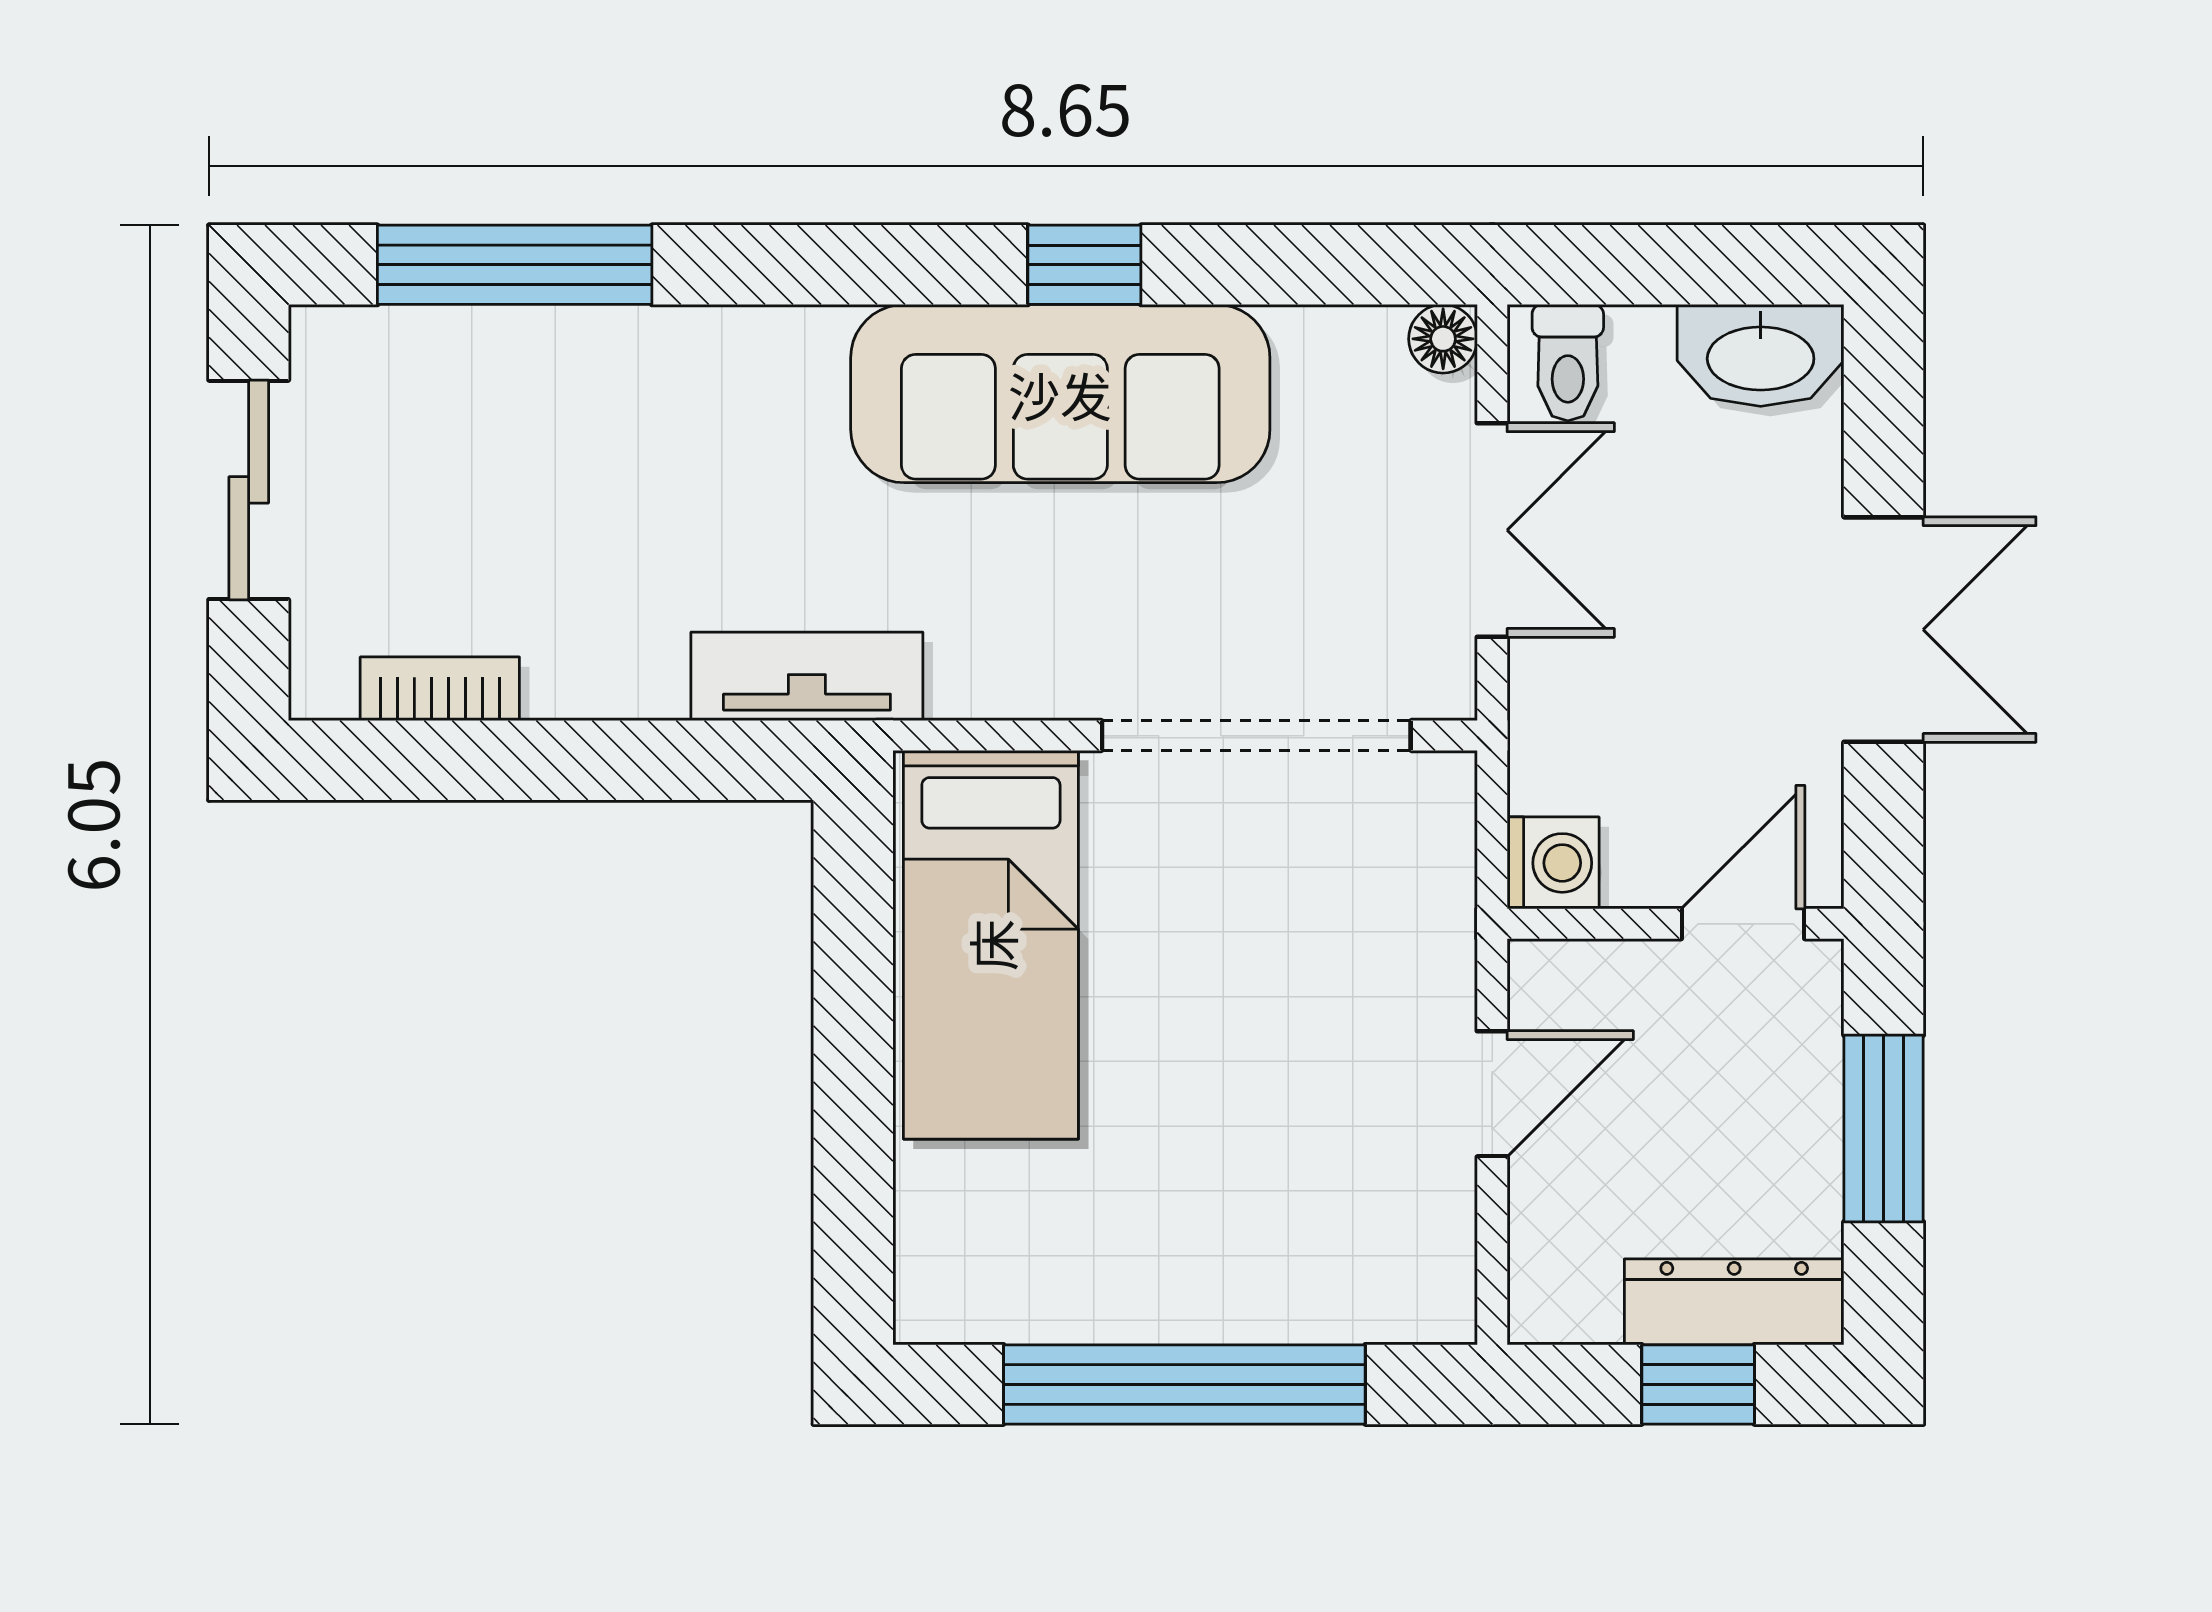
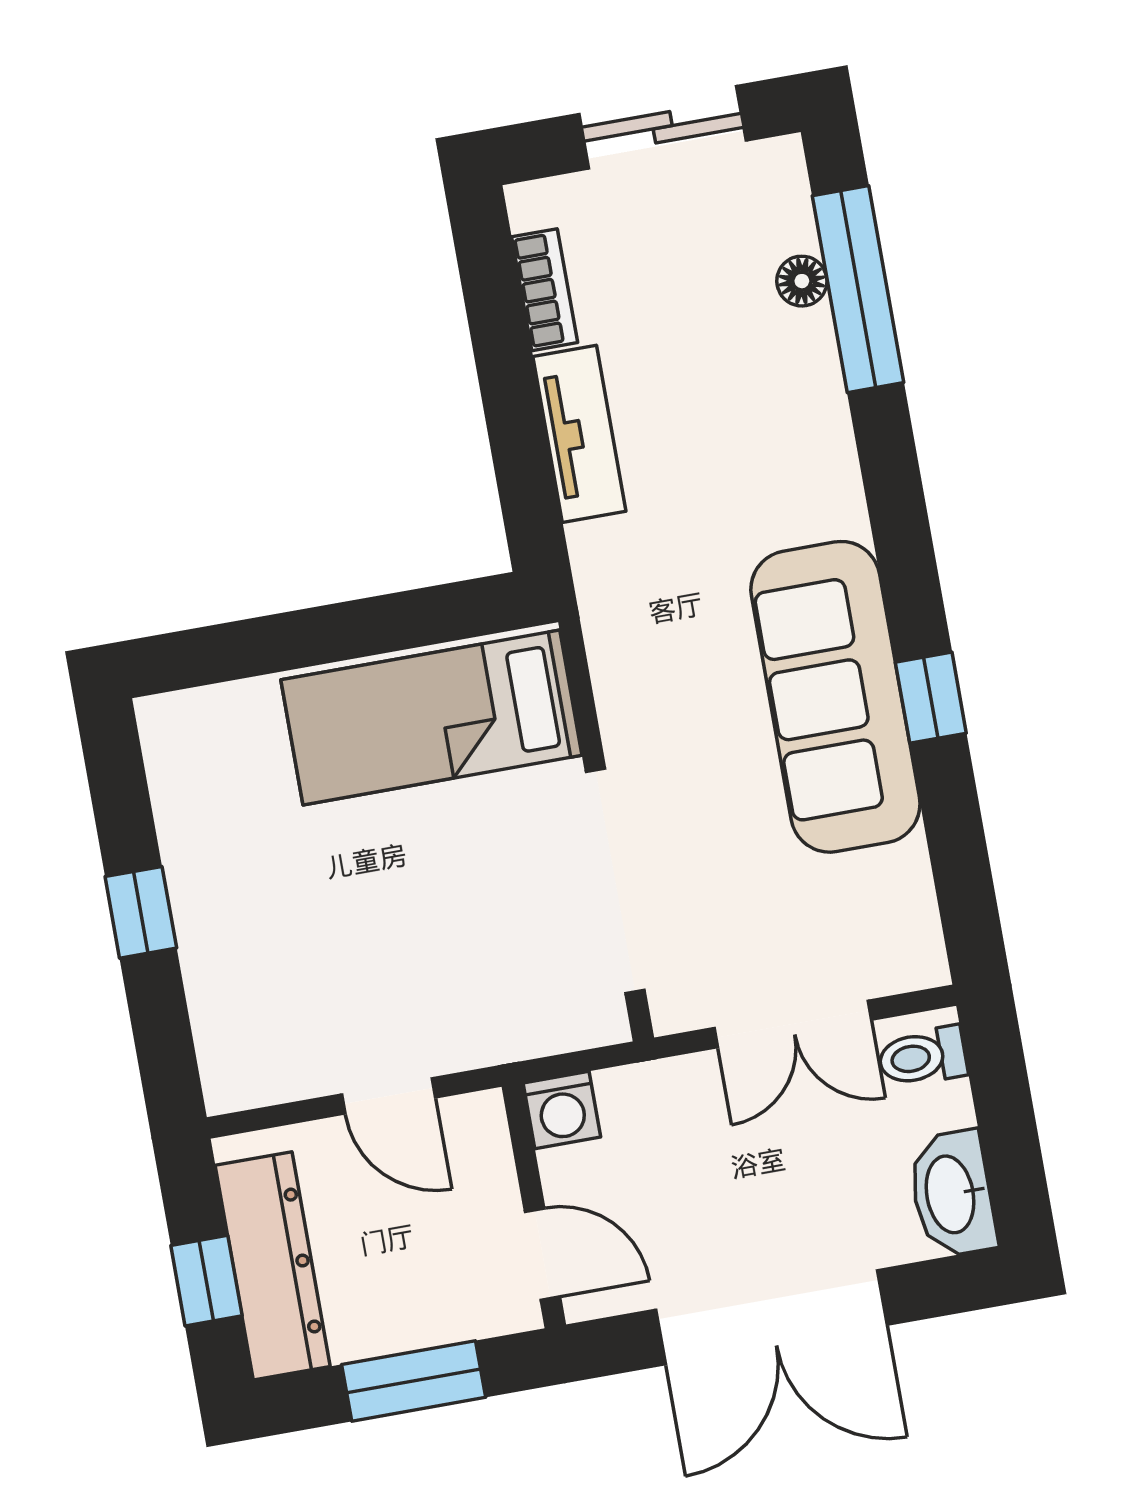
floor lamp: (1443, 339) -> (802, 281), moved
double door: (1884, 630) -> (771, 1317), width x1.37
tv unit: (807, 676) -> (579, 434), moved
dresser: (1734, 1302) -> (273, 1266), width x1.37, depth x1.24
window: (1184, 1384) -> (141, 912), width x0.32

